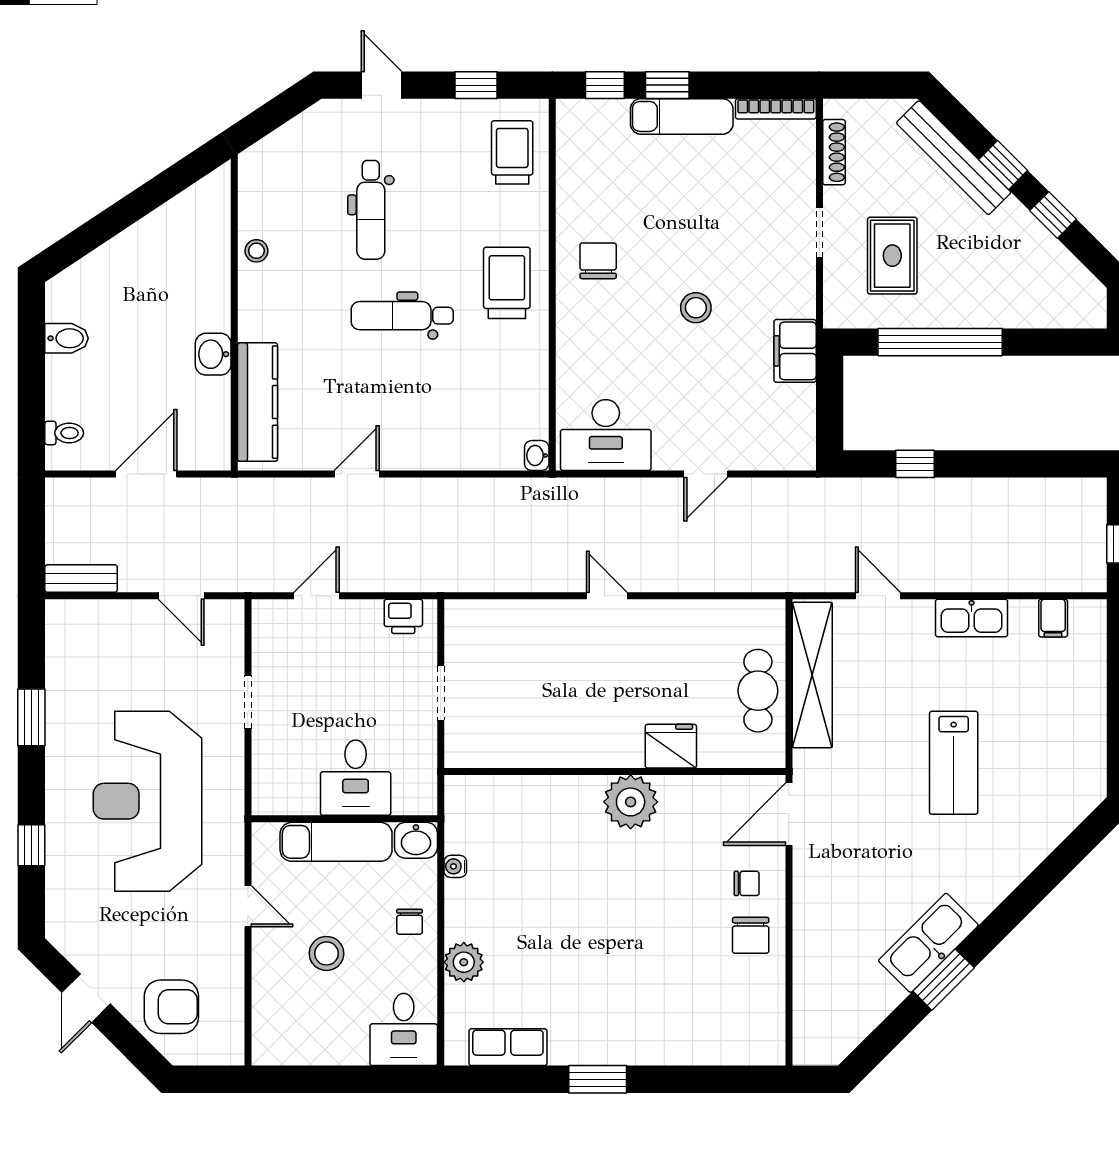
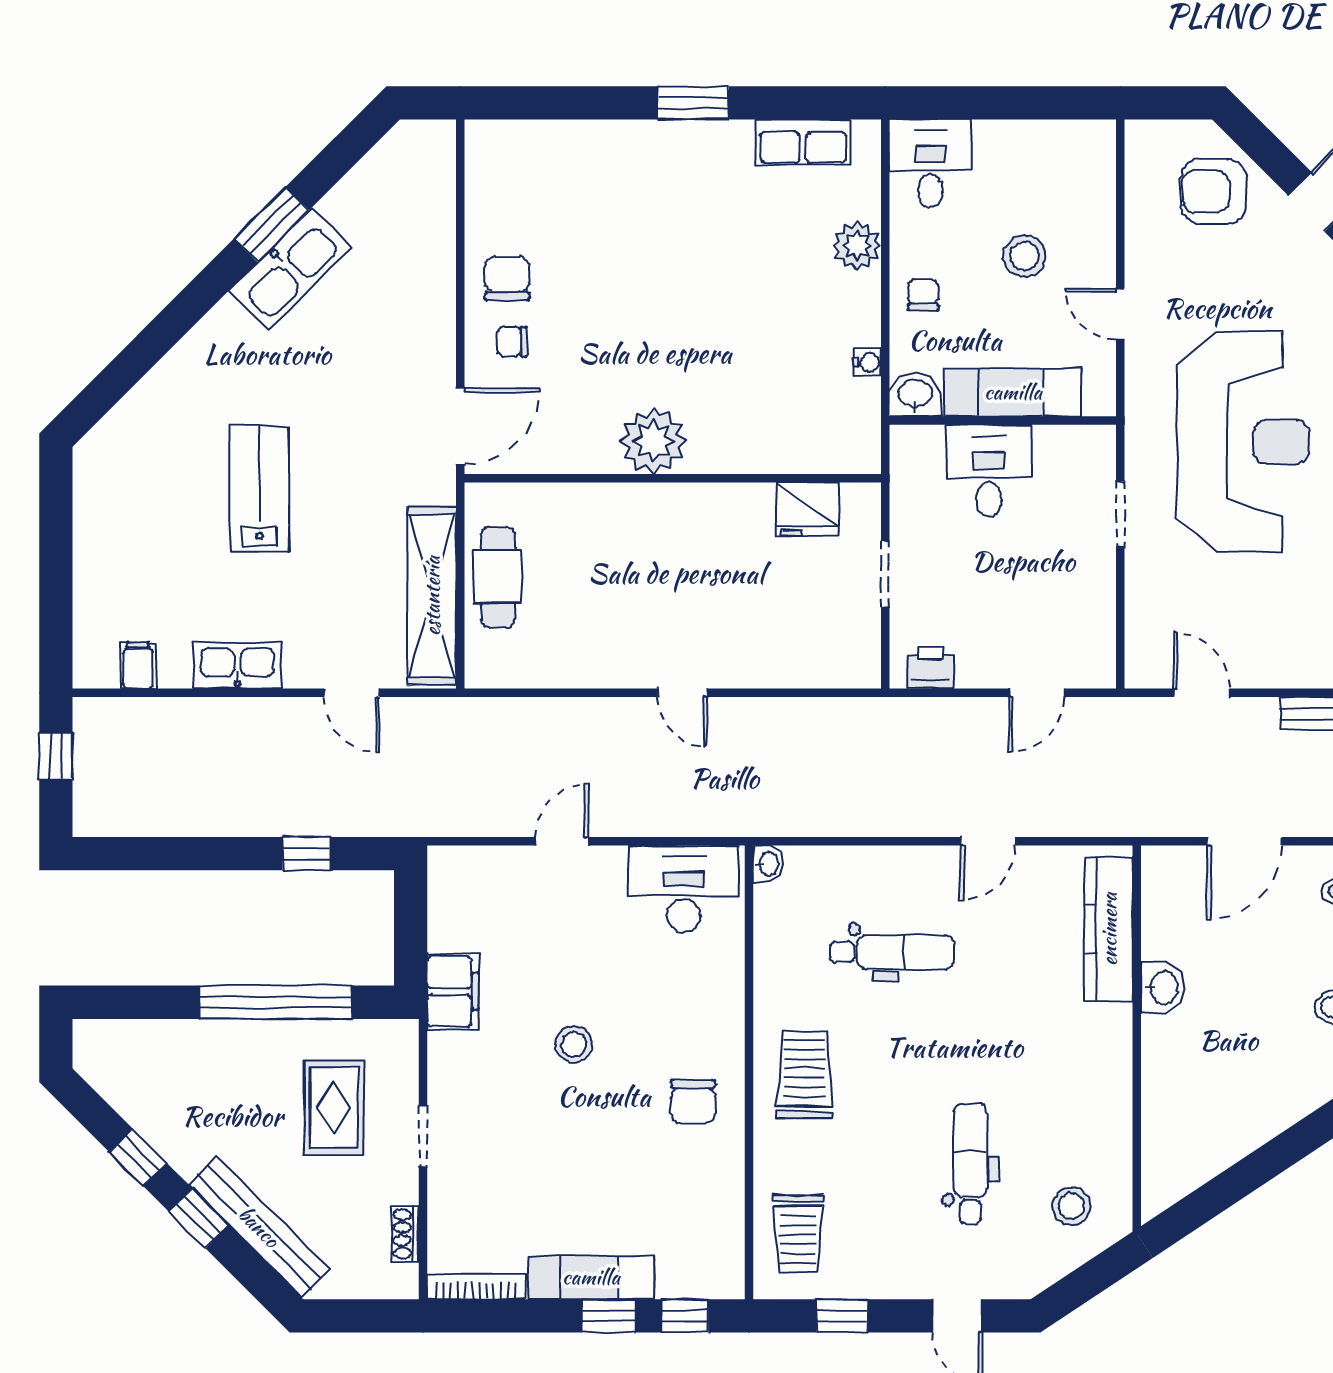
shoe rack: (834, 152) -> (405, 1234), width x0.70
stool: (256, 251) -> (1071, 1206), moved, width x1.37, depth x1.37
trolley: (507, 283) -> (804, 1075), turned 180
dental chair: (402, 316) -> (892, 952), moved
doorway: (248, 702) -> (1120, 514), moved
fridge: (671, 746) -> (808, 509), moved

